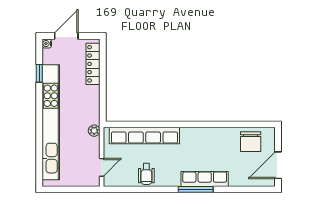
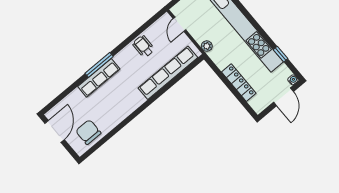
locker: (93, 64) -> (239, 83), moved

